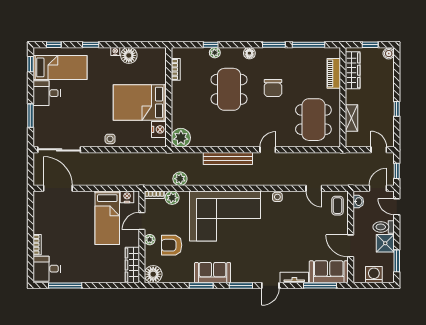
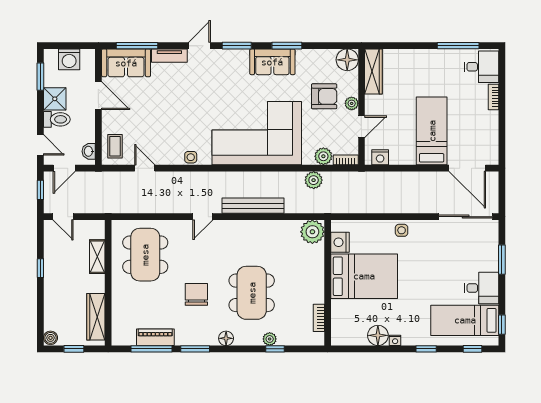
piano: (334, 73) -> (155, 337), moved, turned -90
bed: (107, 218) -> (432, 131), moved

